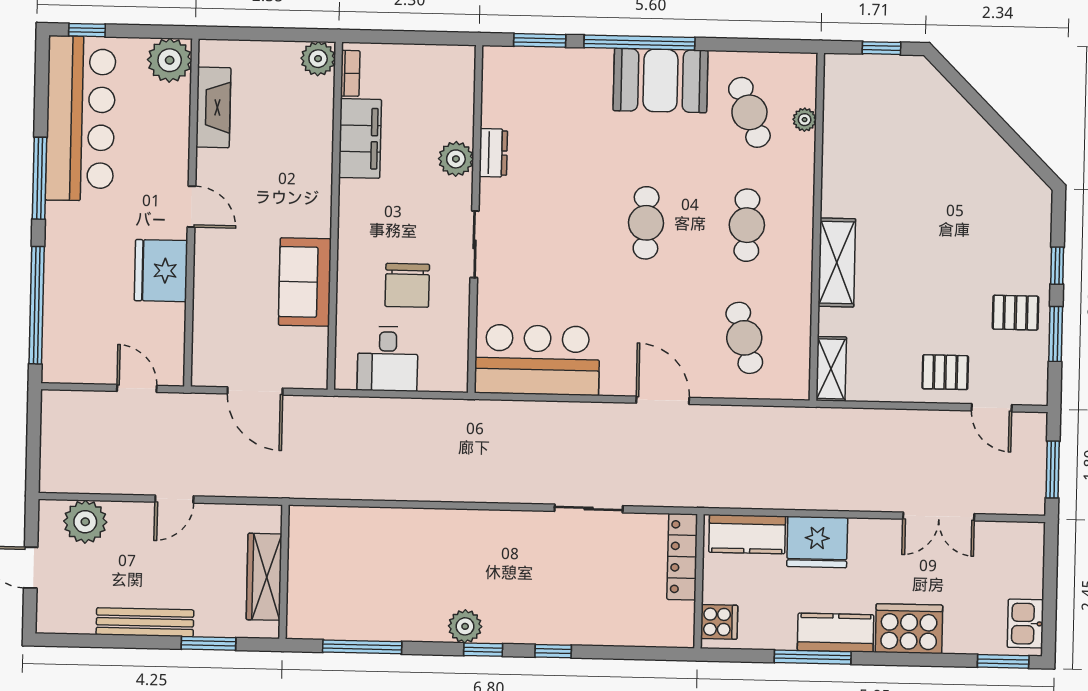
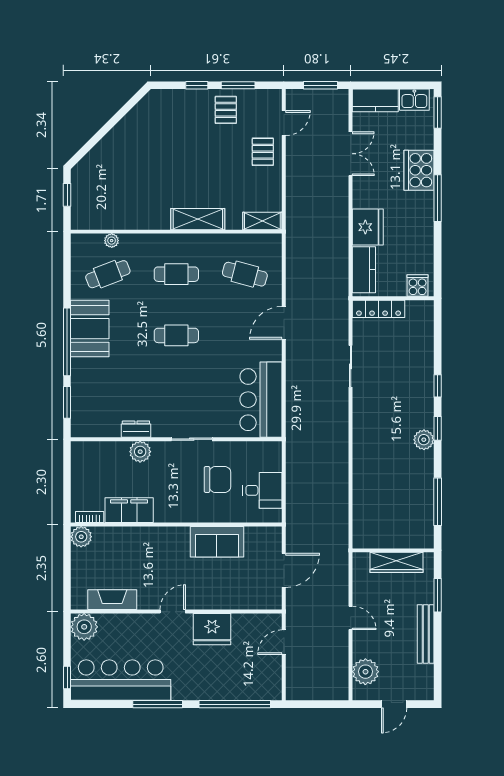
cafe table: (744, 338) -> (245, 274), turned 30
kitchen counter: (836, 633) -> (375, 100), moved, turned -90
window: (813, 657) -> (438, 198), moved

